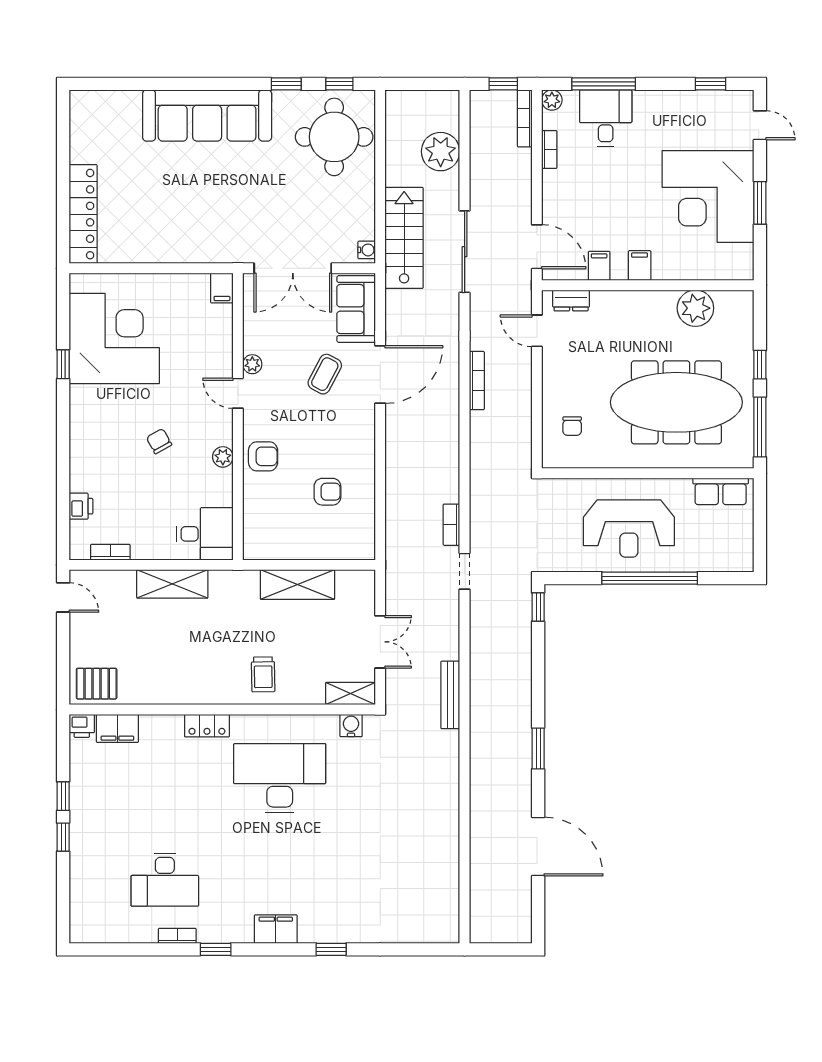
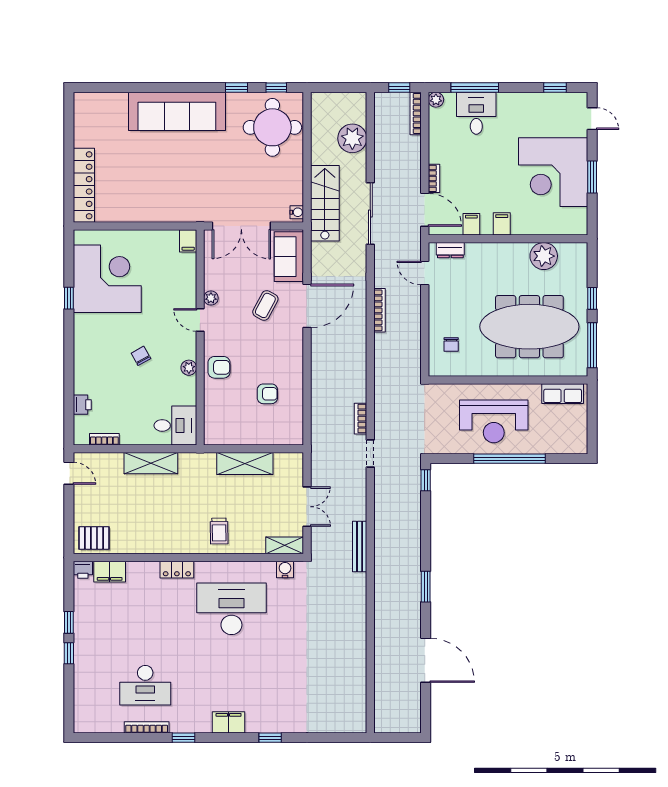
bookcase: (549, 149) -> (434, 178), moved
bookcase: (177, 936) -> (147, 727), width x1.56

